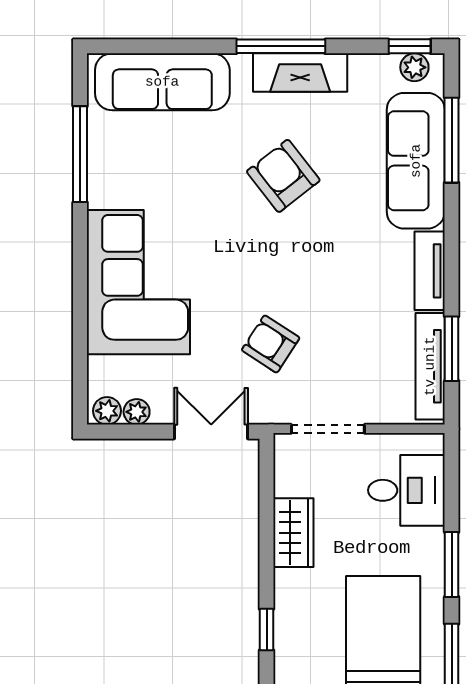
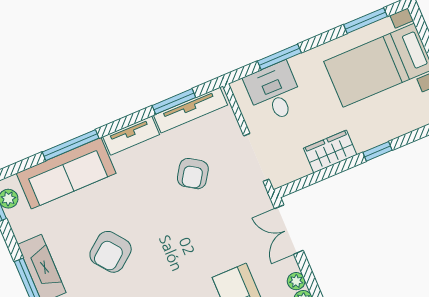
window: (452, 140) -> (71, 145), moved
armchair: (271, 344) -> (193, 174), moved
window: (452, 565) -> (279, 57), moved
window: (267, 630) -> (378, 151), moved

